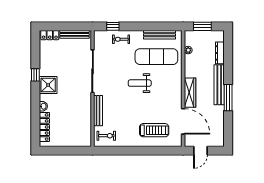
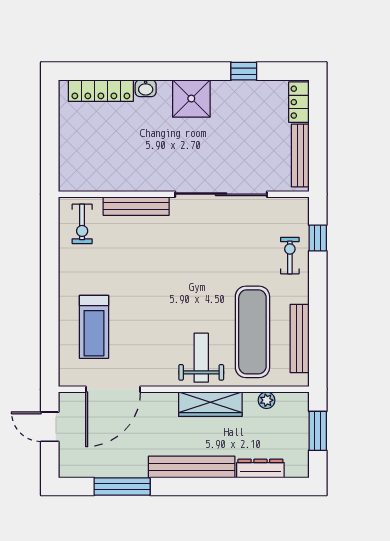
window: (35, 75) -> (244, 71), moved
weight bench: (140, 83) -> (201, 358), moved
wardrobe: (190, 93) -> (210, 404), moved
window: (228, 98) -> (122, 486), moved

